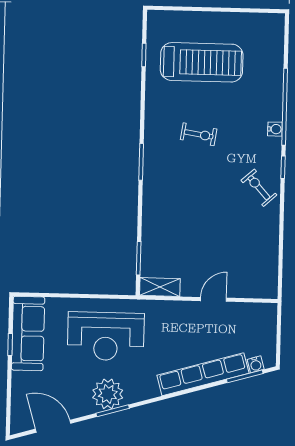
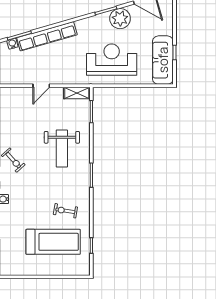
treadmill: (202, 62) -> (53, 242), turned 180
exercise bike: (199, 134) -> (65, 211), moved
weight bench: (185, 203) -> (62, 149), added
plant: (108, 394) -> (120, 19), moved

